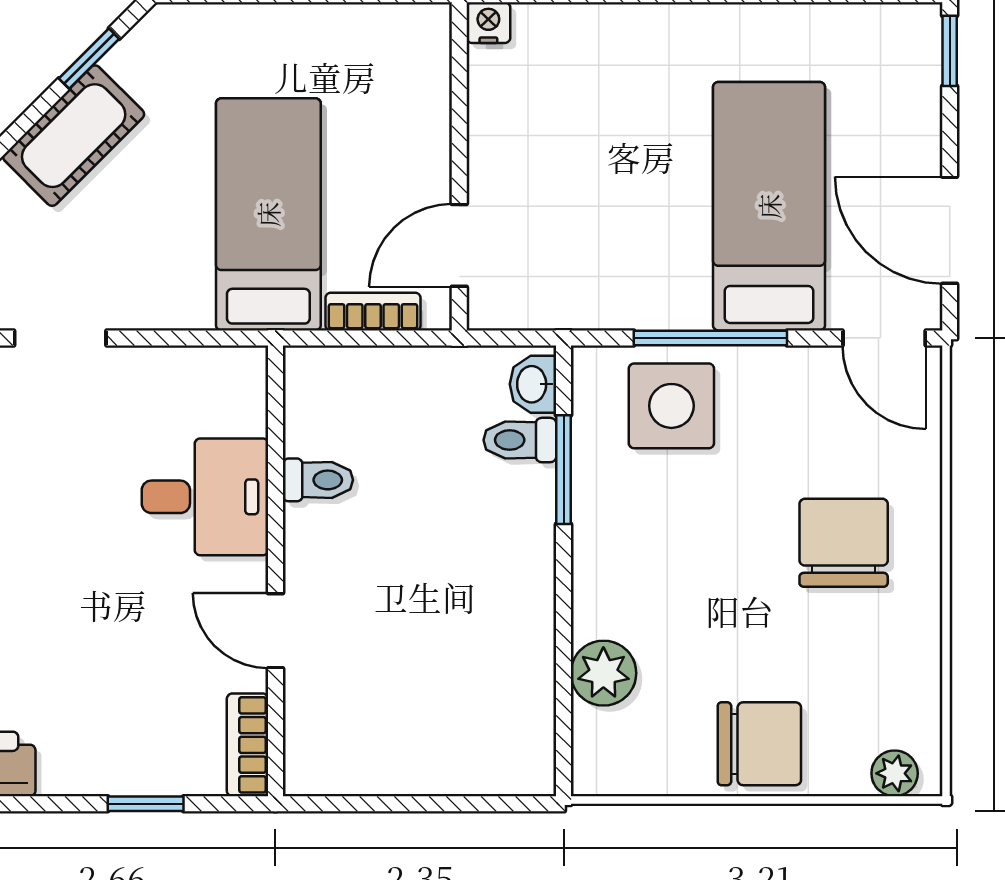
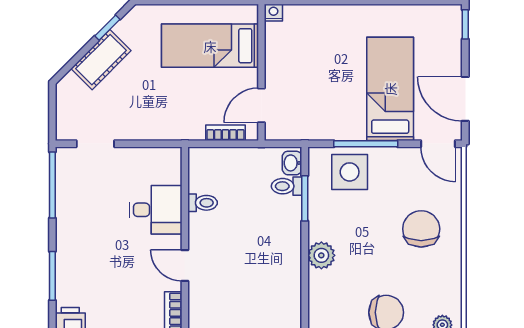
bed: (268, 214) -> (210, 46), moved, turned -90
plant: (603, 673) -> (321, 255), moved

